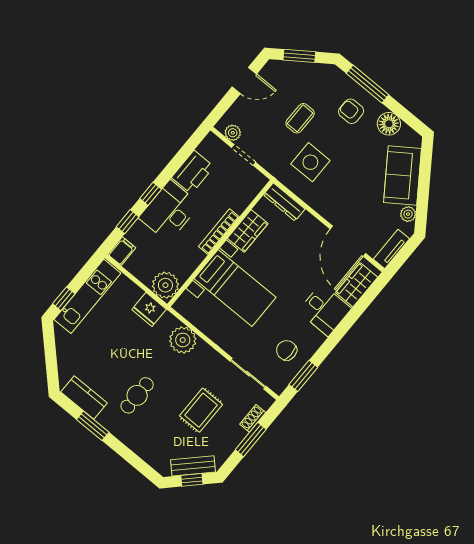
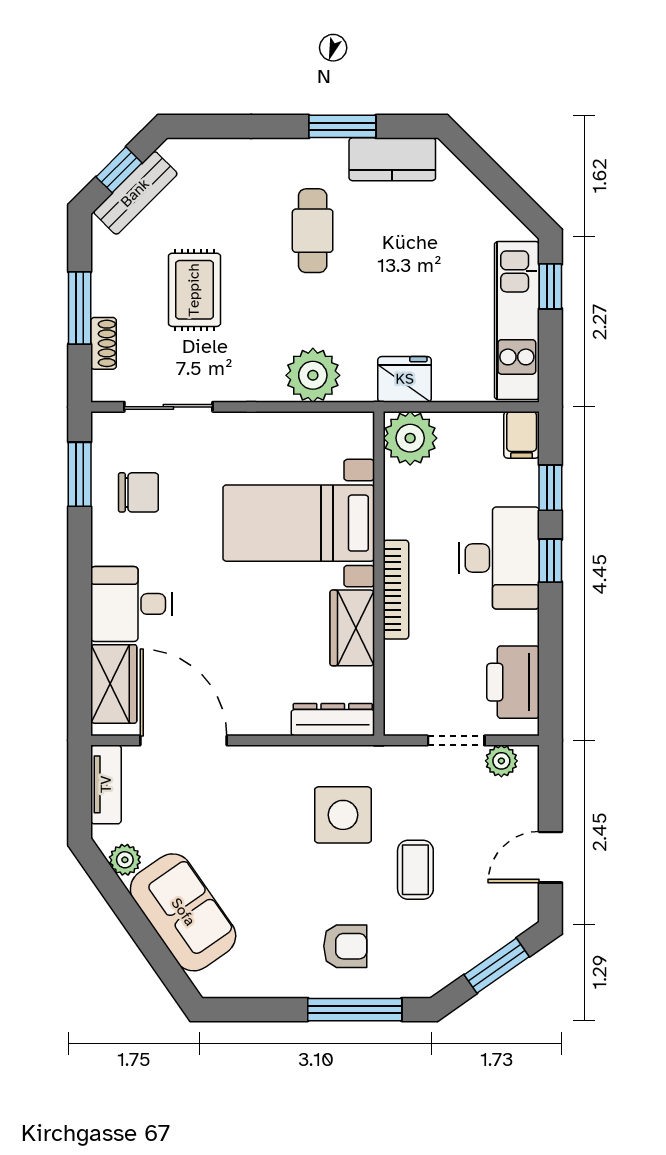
floor lamp: (389, 124) -> (271, 975), removed
printer: (193, 172) -> (513, 682), moved

